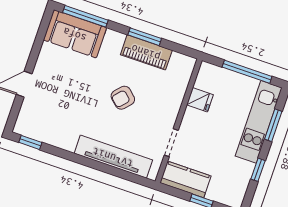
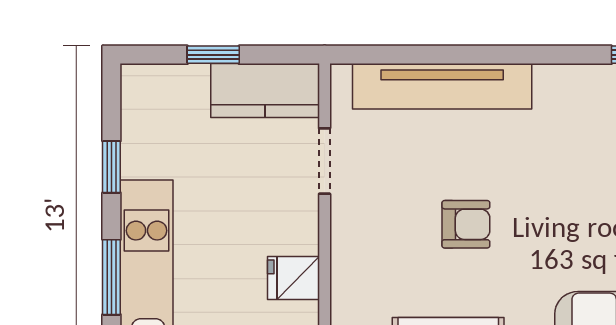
armchair: (123, 98) -> (466, 224), turned 48

